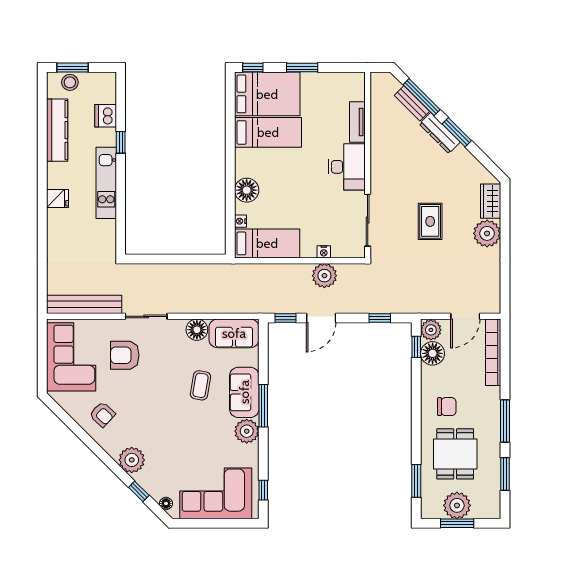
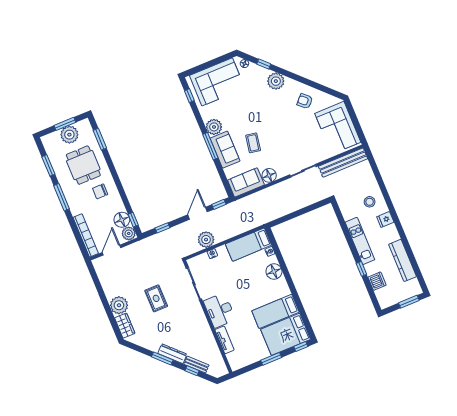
stool: (70, 82) -> (370, 202), moved
window: (422, 97) -> (192, 371), width x0.46
armchair: (125, 355) -> (306, 142), removed

